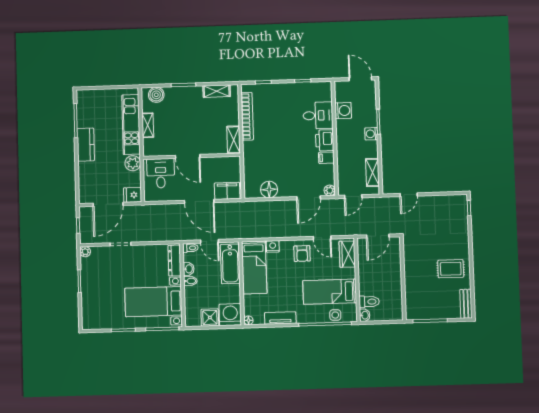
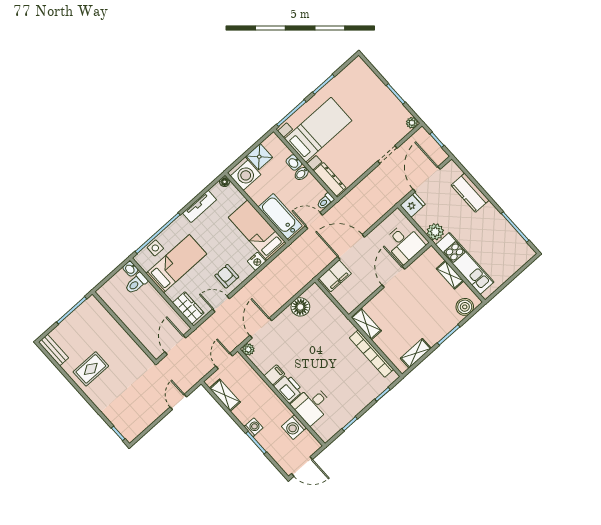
kitchen counter: (86, 145) -> (470, 193), moved
door: (188, 156) -> (393, 277), hinge flipped
washbasin: (189, 269) -> (294, 162), moved

